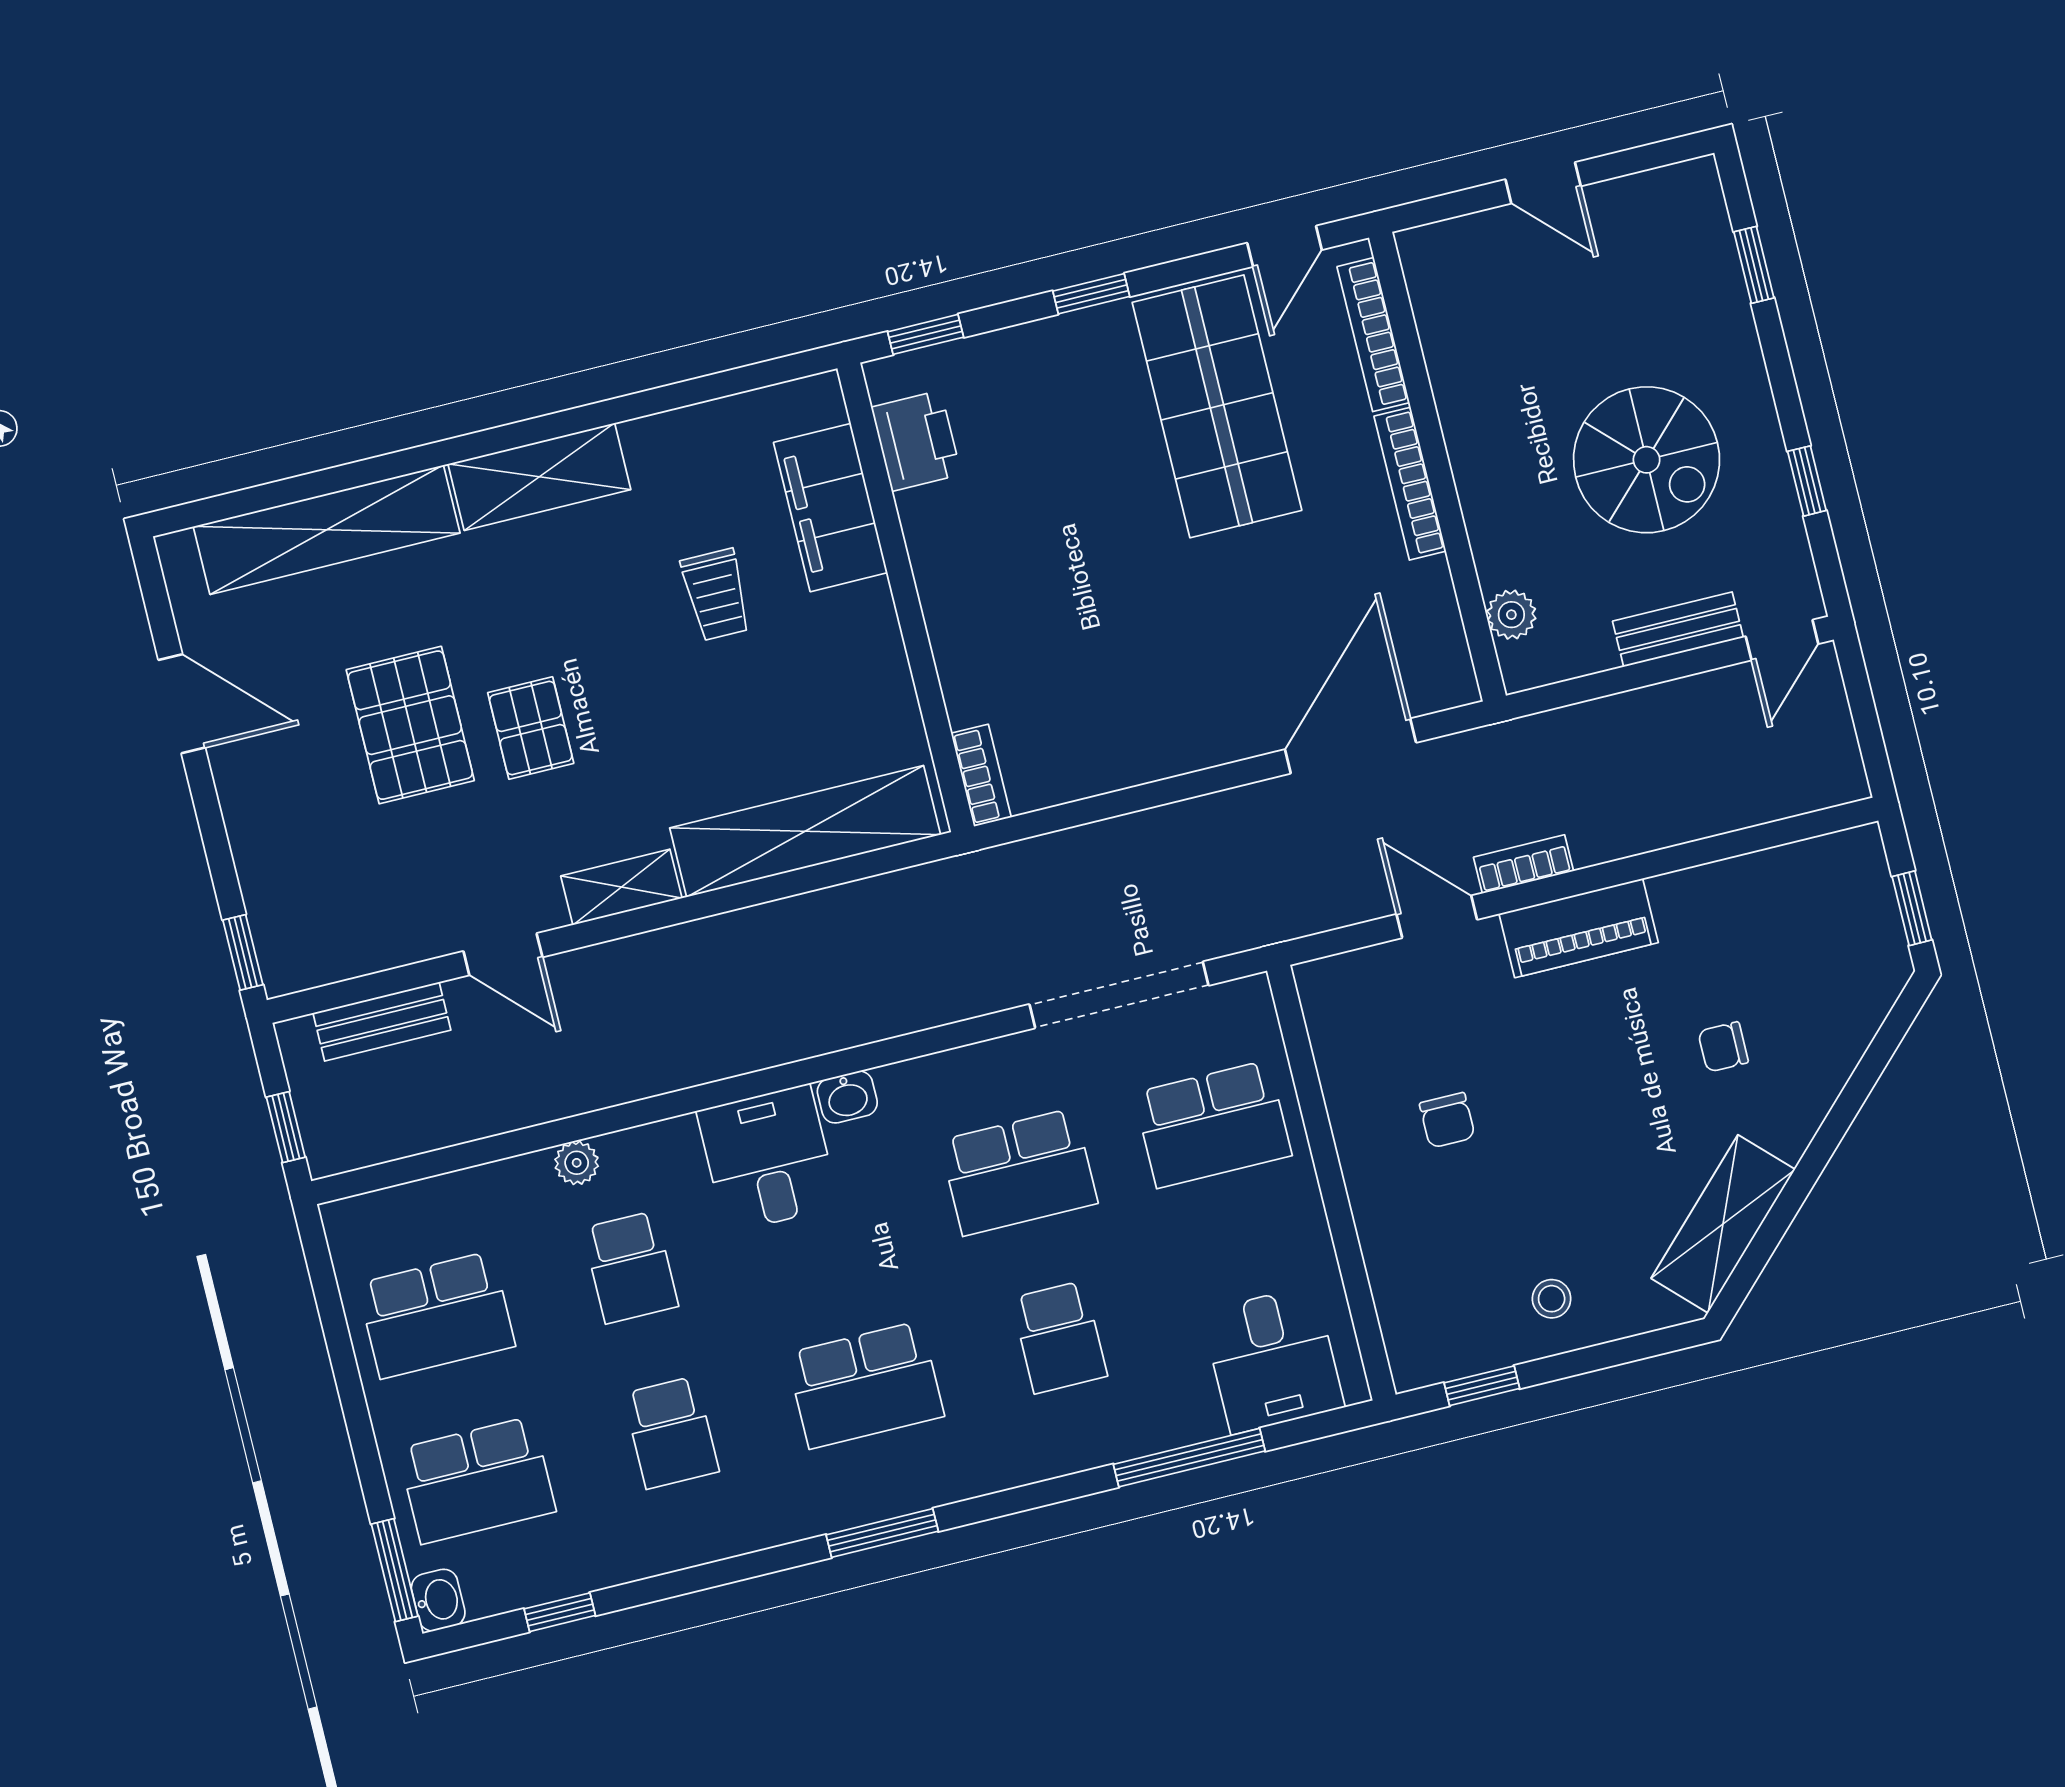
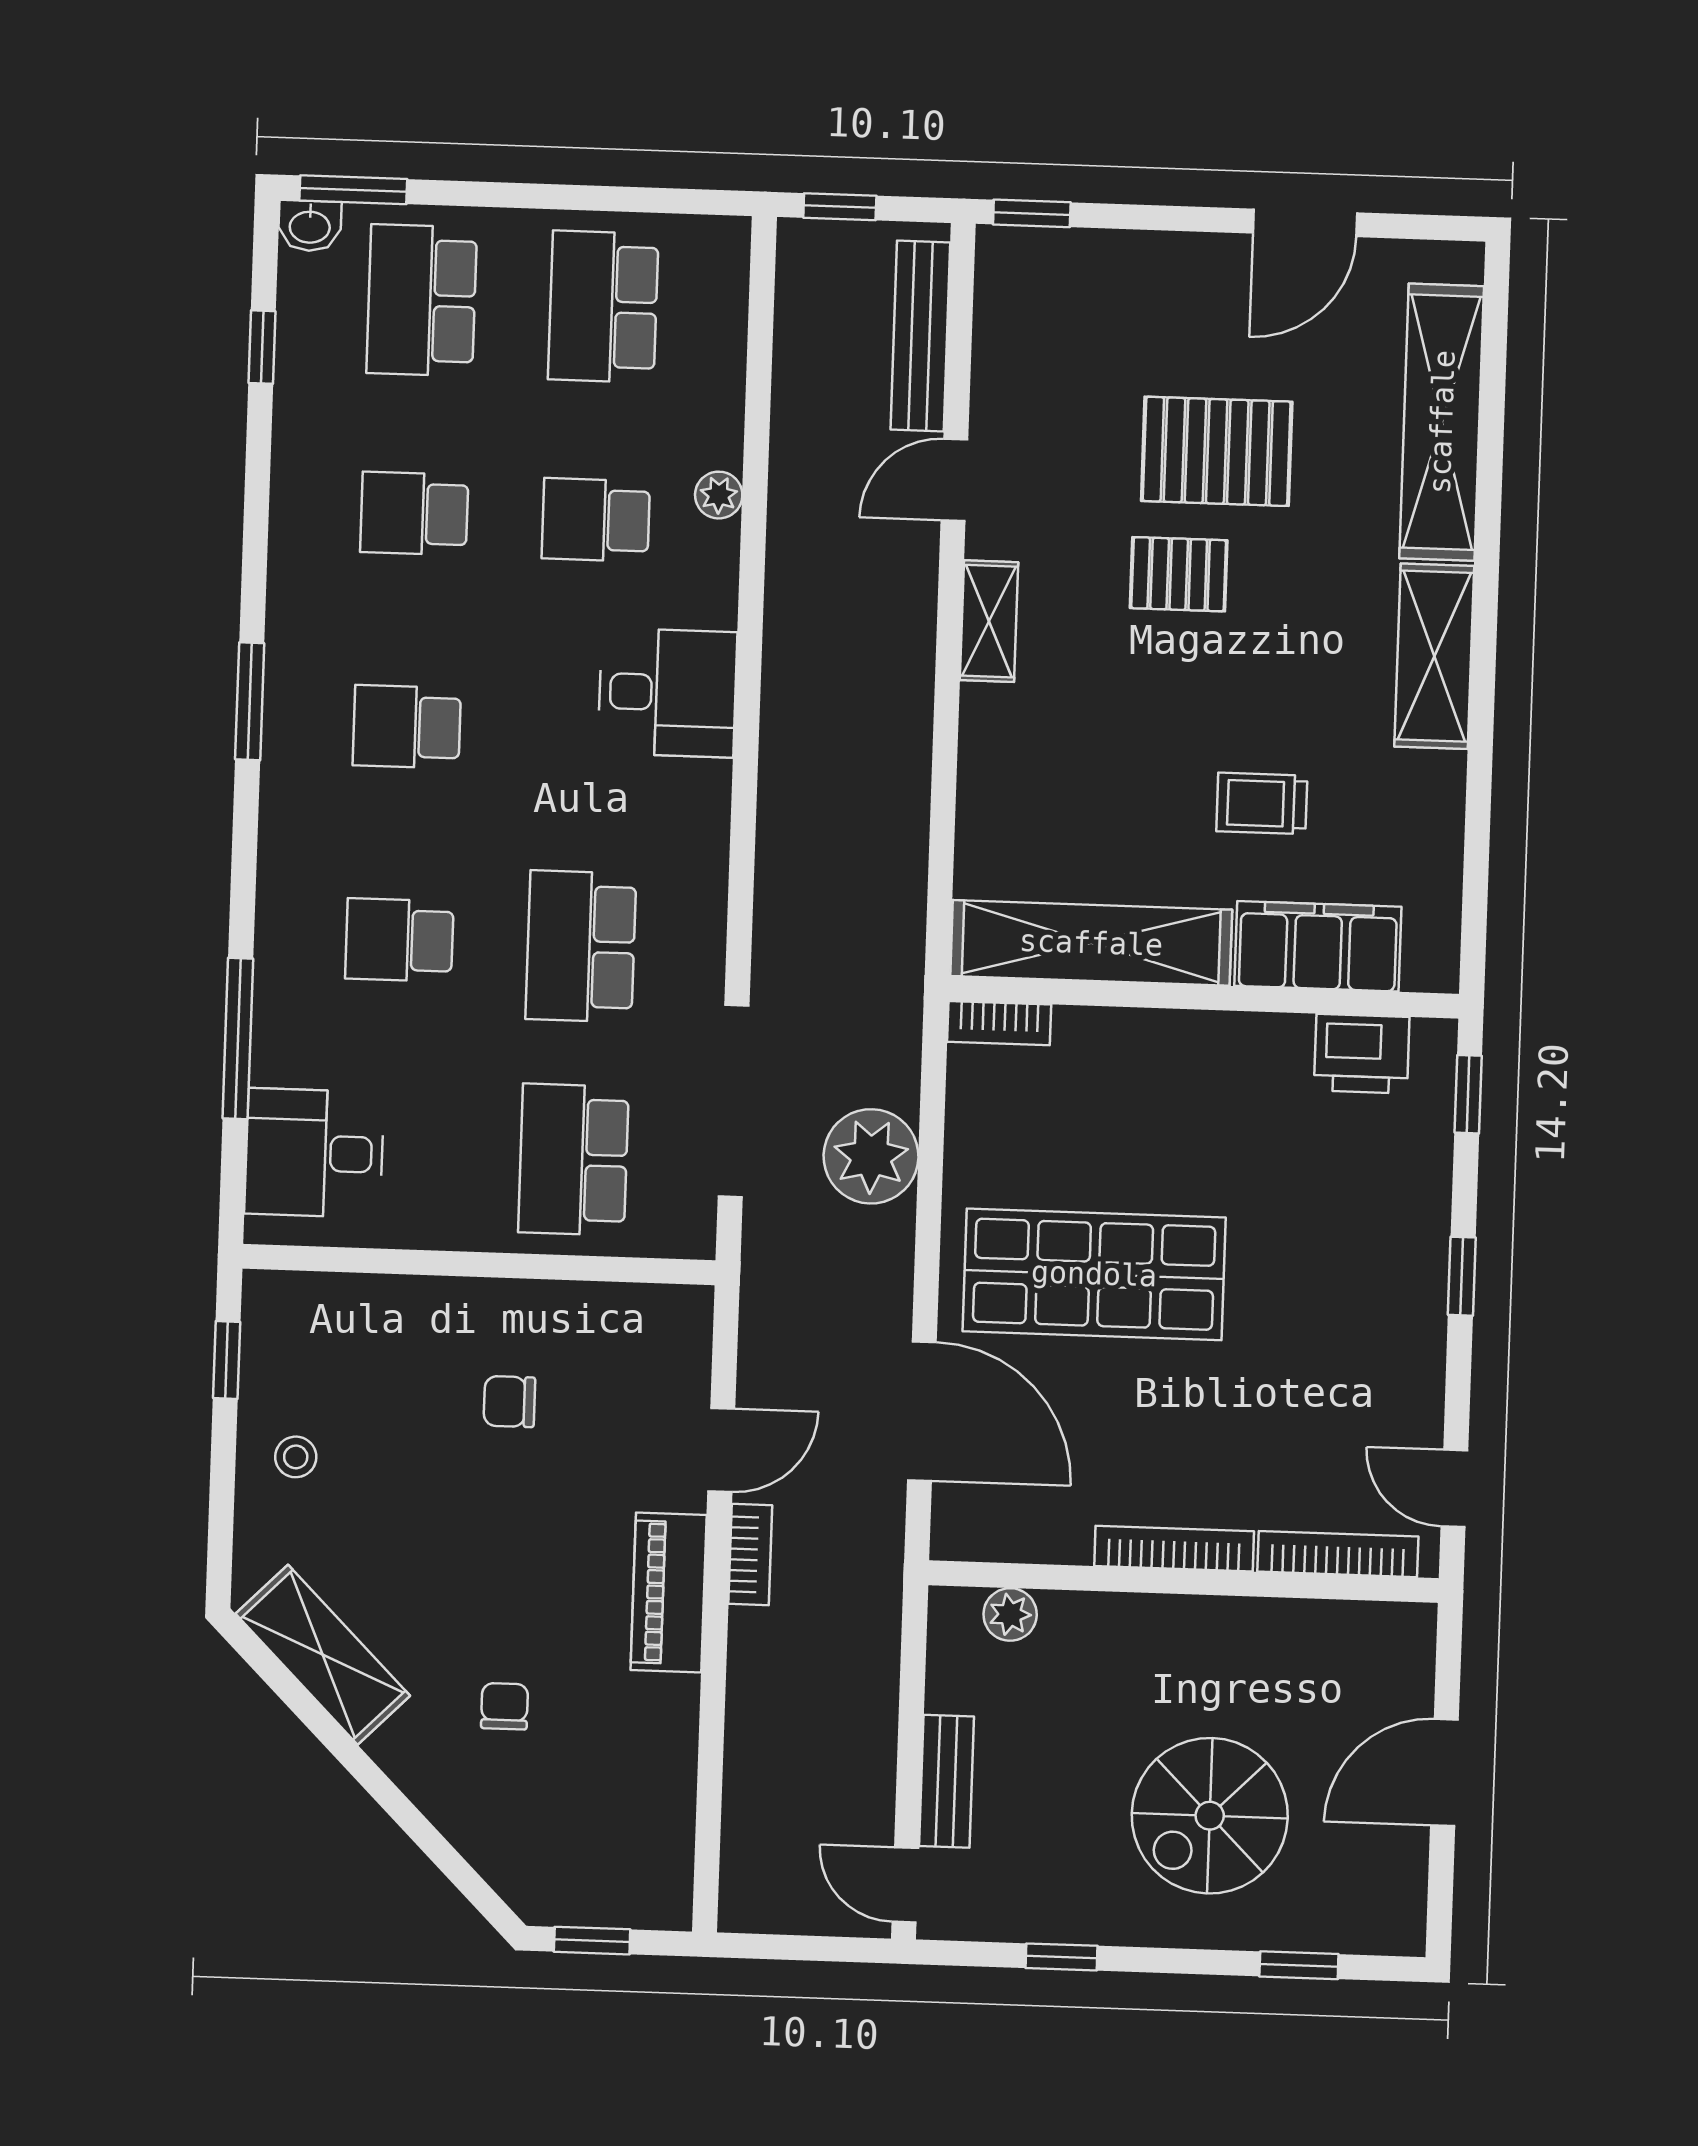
door: (1543, 183) -> (1444, 1773), width x1.37
shop shelf: (1217, 406) -> (1094, 1274), moved
spiral stairs: (1647, 460) -> (1210, 1816), moved
shelving: (805, 831) -> (1091, 943), moved, turned 90
plant: (1134, 857) -> (871, 1156), added
bench: (382, 1022) -> (920, 336), width x1.36
washbasin: (847, 1097) -> (708, 792), removed
school desk: (865, 1385) -> (407, 727), width x0.54

